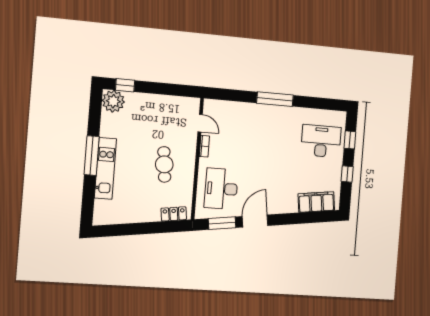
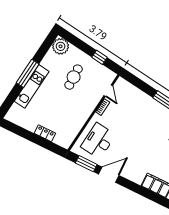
window: (125, 85) -> (99, 57), moved
cafe table: (164, 164) -> (74, 77), moved
locker: (174, 214) -> (45, 133), moved

